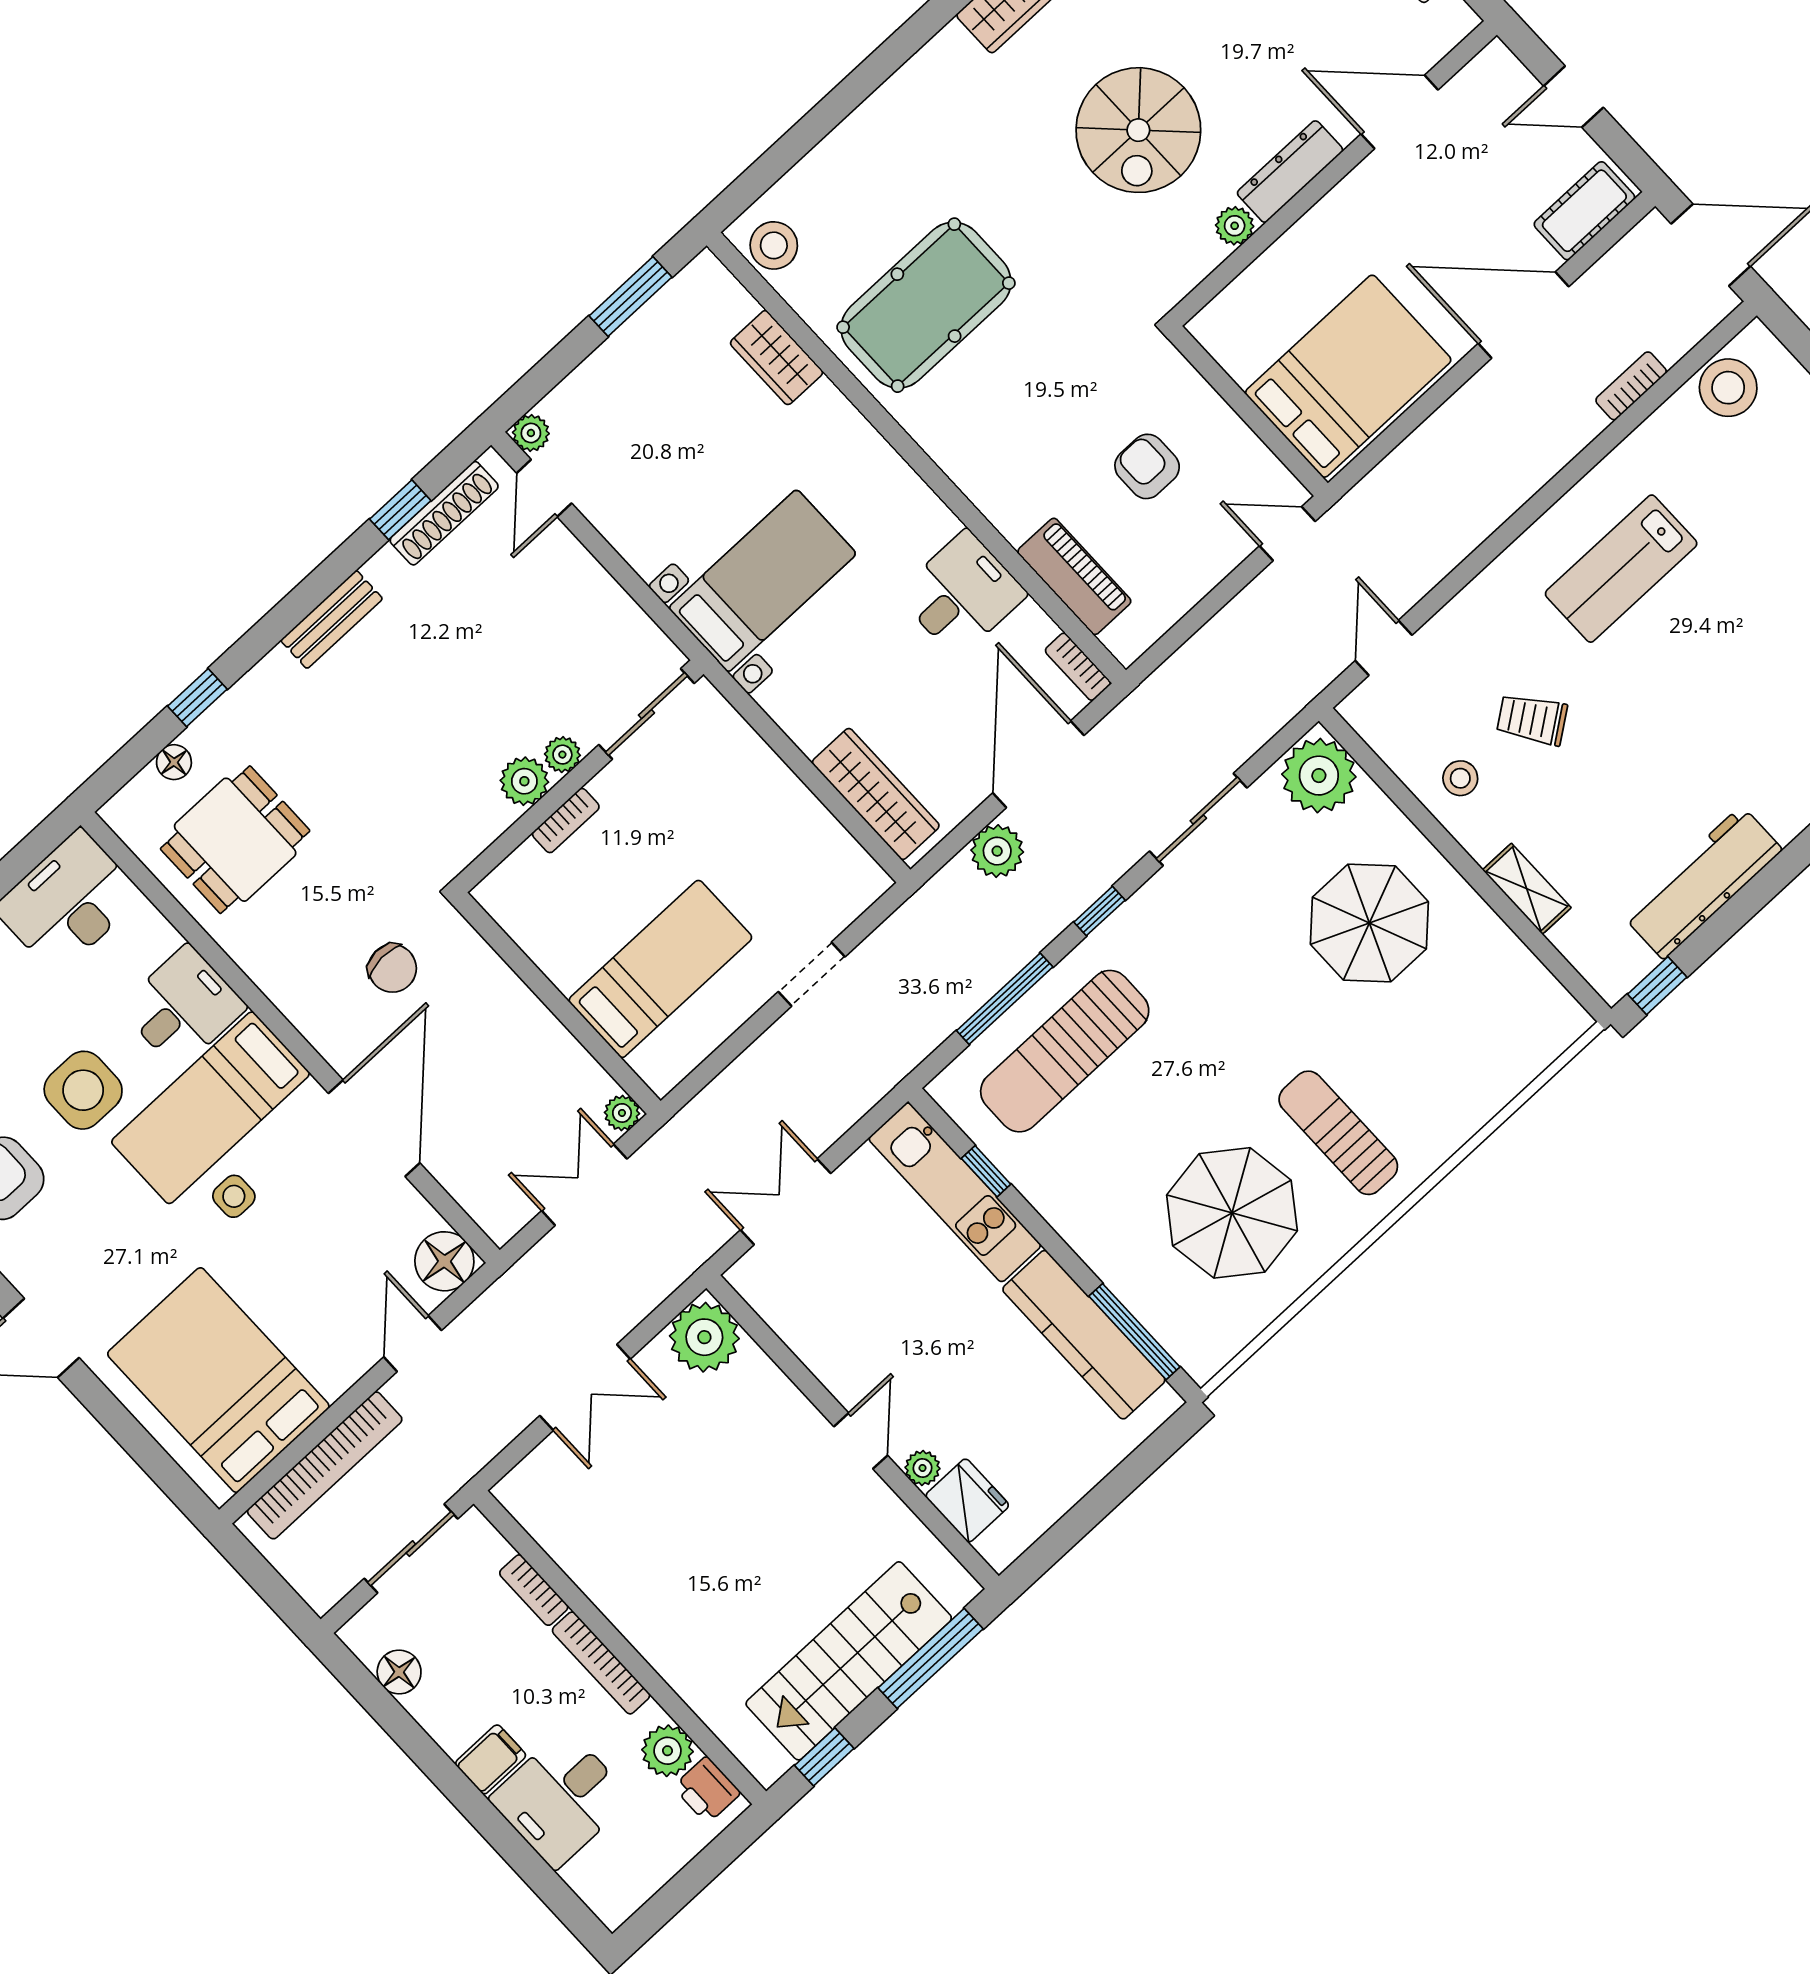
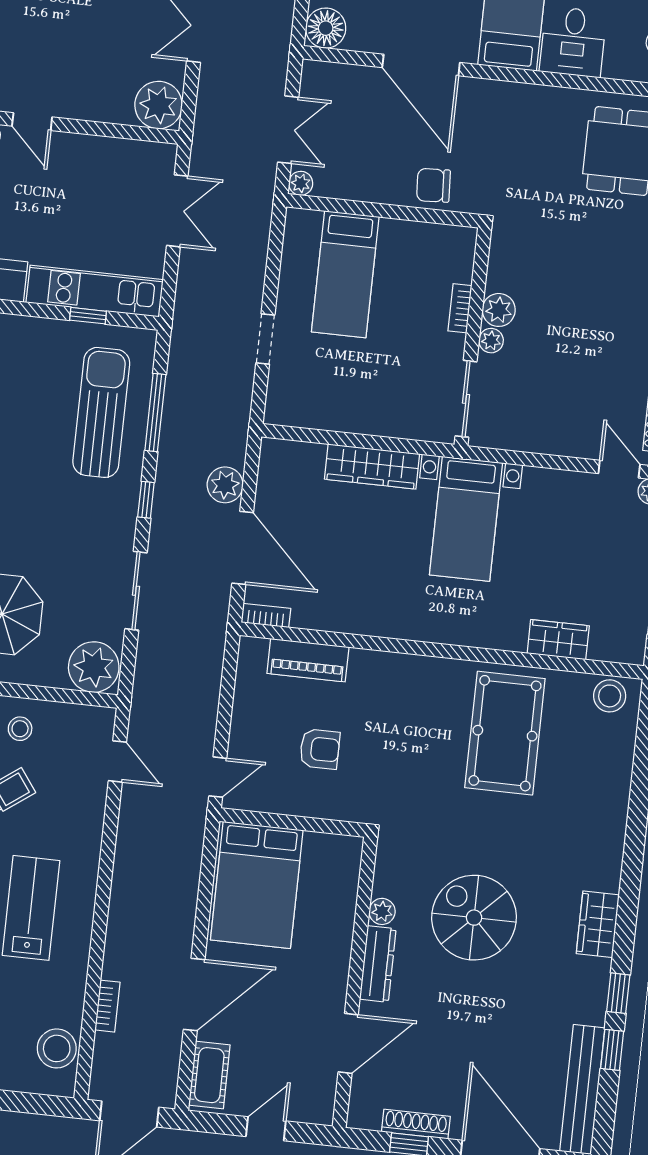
desk: (962, 594) -> (358, 601), removed
wardrobe: (876, 794) -> (372, 466), moved
chair: (392, 968) -> (433, 185), moved

